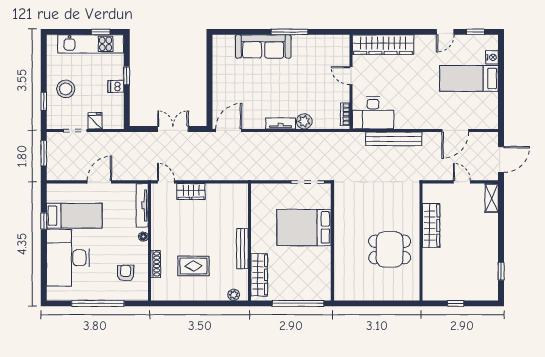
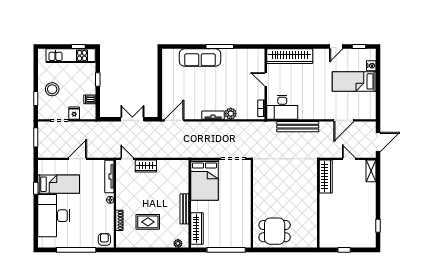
dishwasher: (116, 86) -> (90, 99), moved
wardrobe: (431, 225) -> (326, 177), moved
bed: (304, 227) -> (205, 180), moved, turned -90
dining table: (390, 249) -> (275, 231), moved
armchair: (126, 273) -> (104, 239), moved

